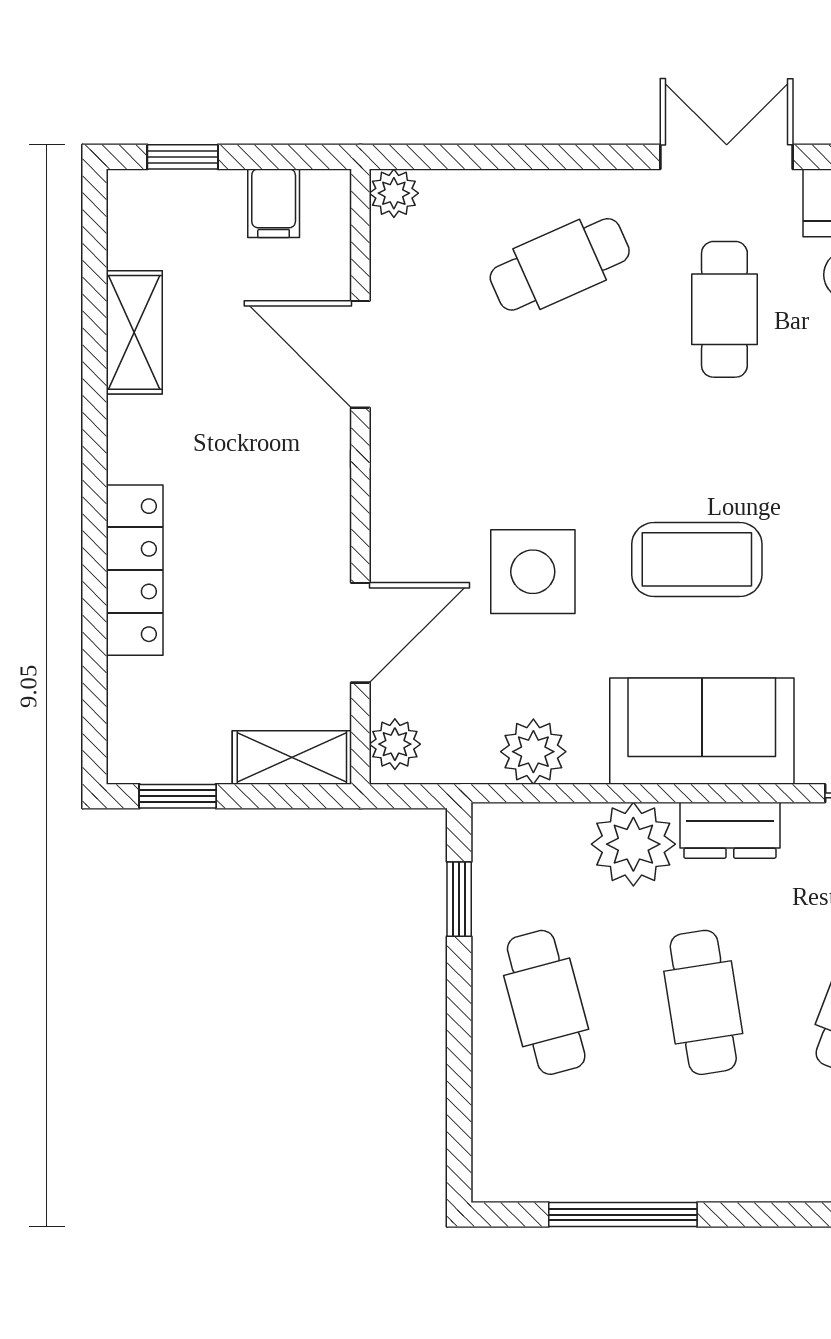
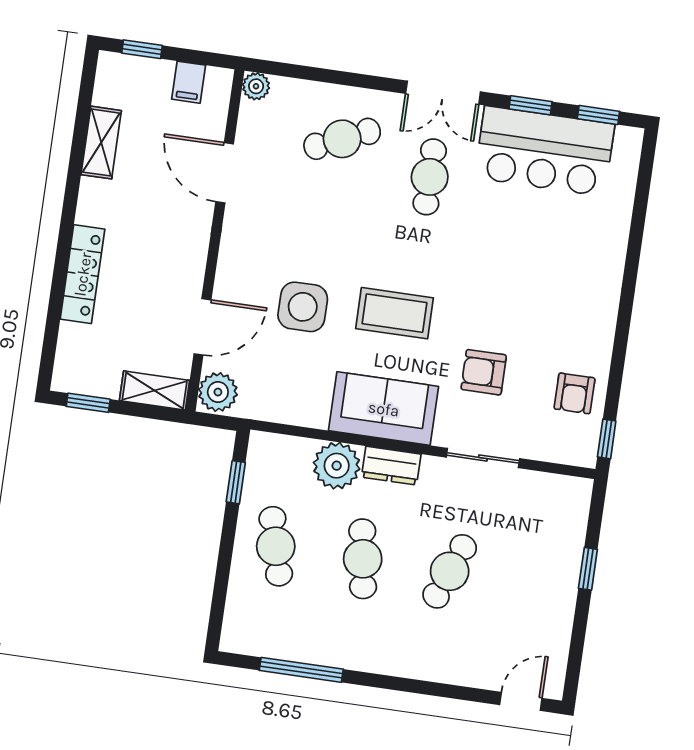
double door: (727, 157) -> (443, 93), swing flipped
plant: (395, 744) -> (218, 392), width x1.38, depth x1.38
plant: (533, 752) -> (289, 406), removed

